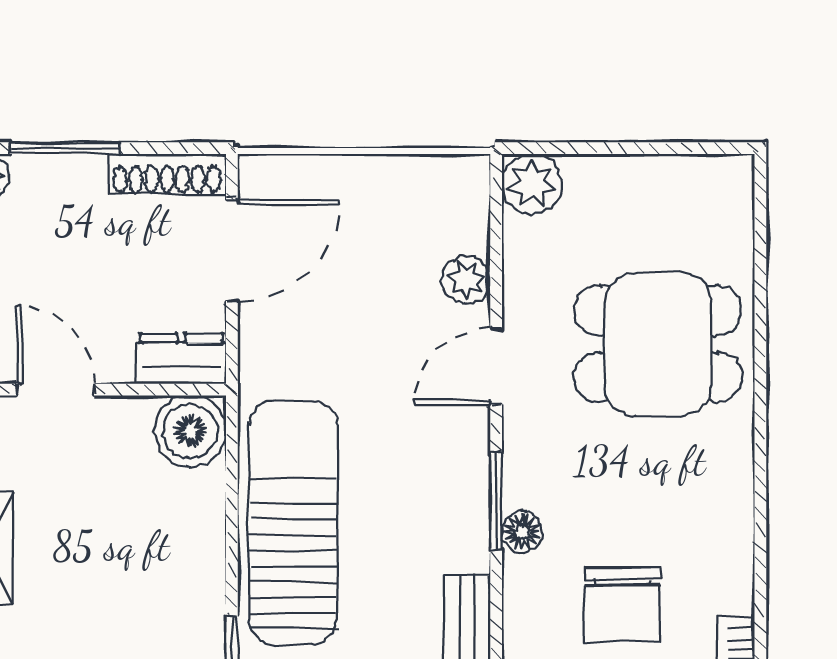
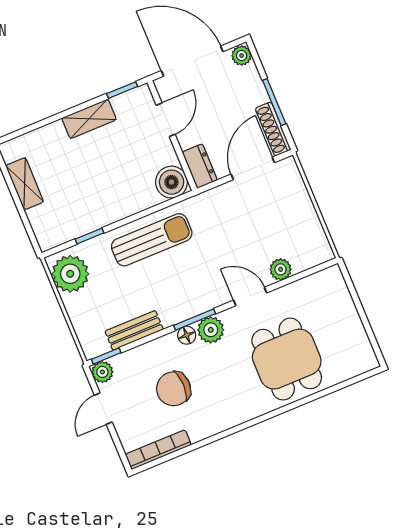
window: (65, 148) -> (274, 102), moved
plant: (532, 184) -> (211, 330), moved
door: (232, 250) -> (253, 168), swing flipped
sun lounger: (293, 522) -> (152, 240), width x0.73, depth x0.75

